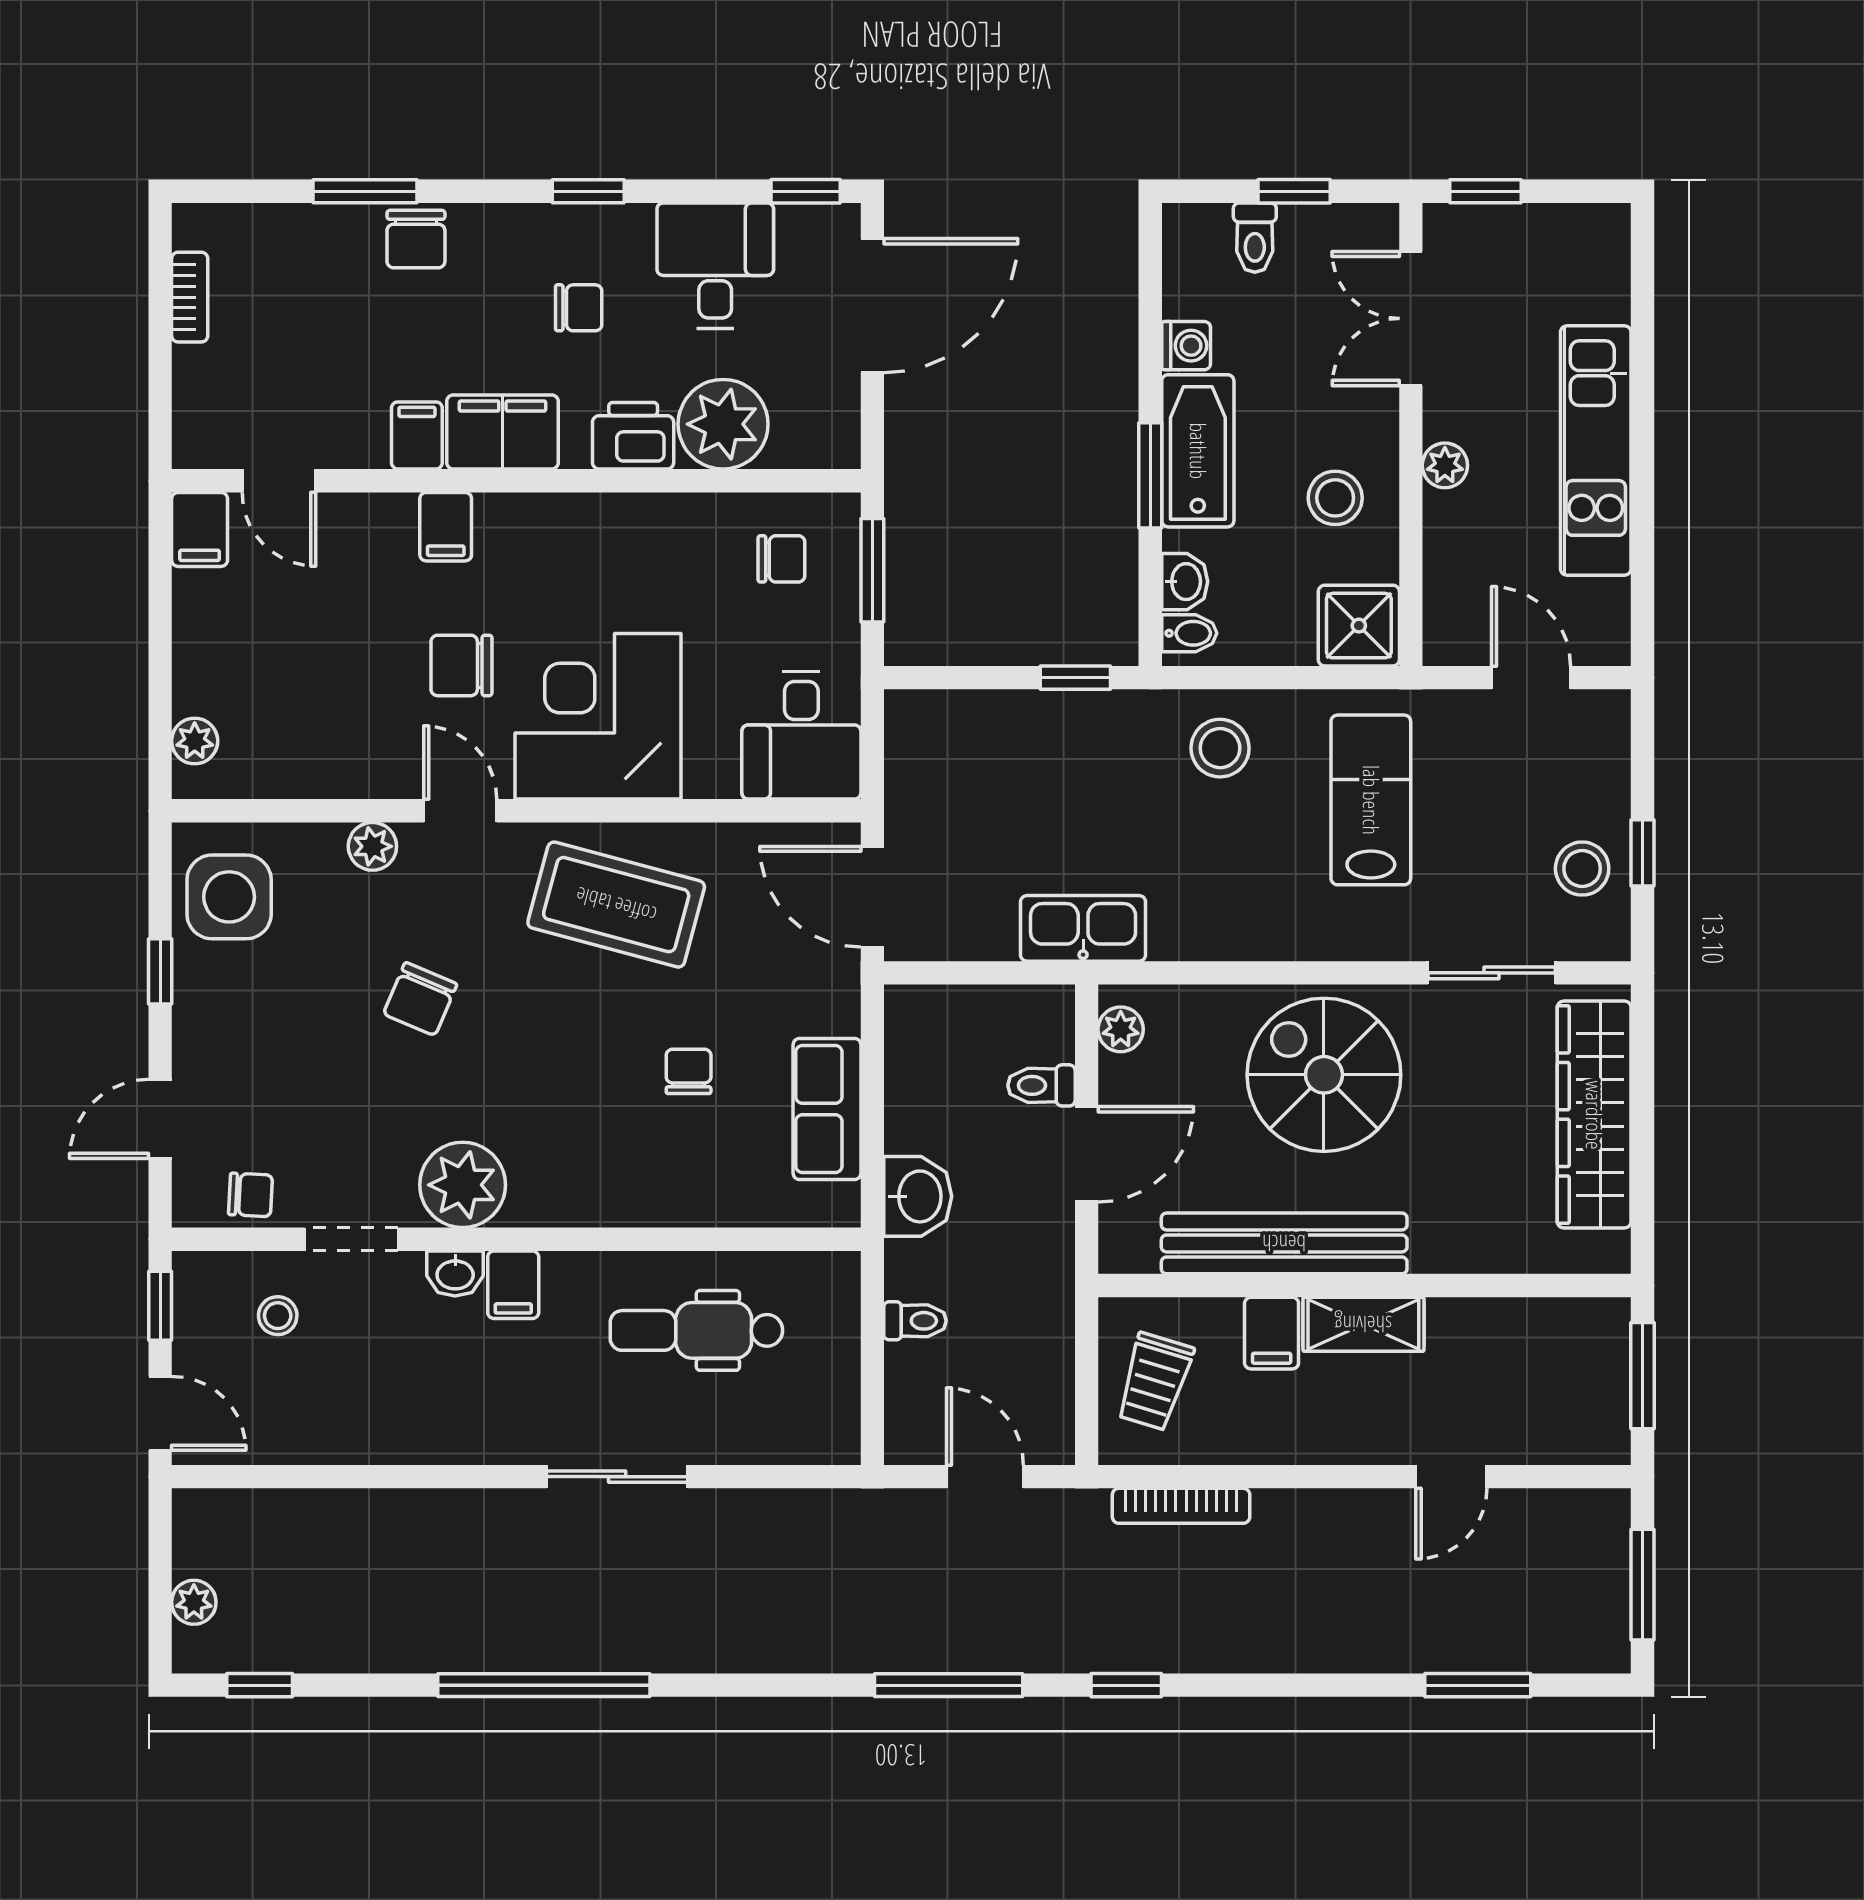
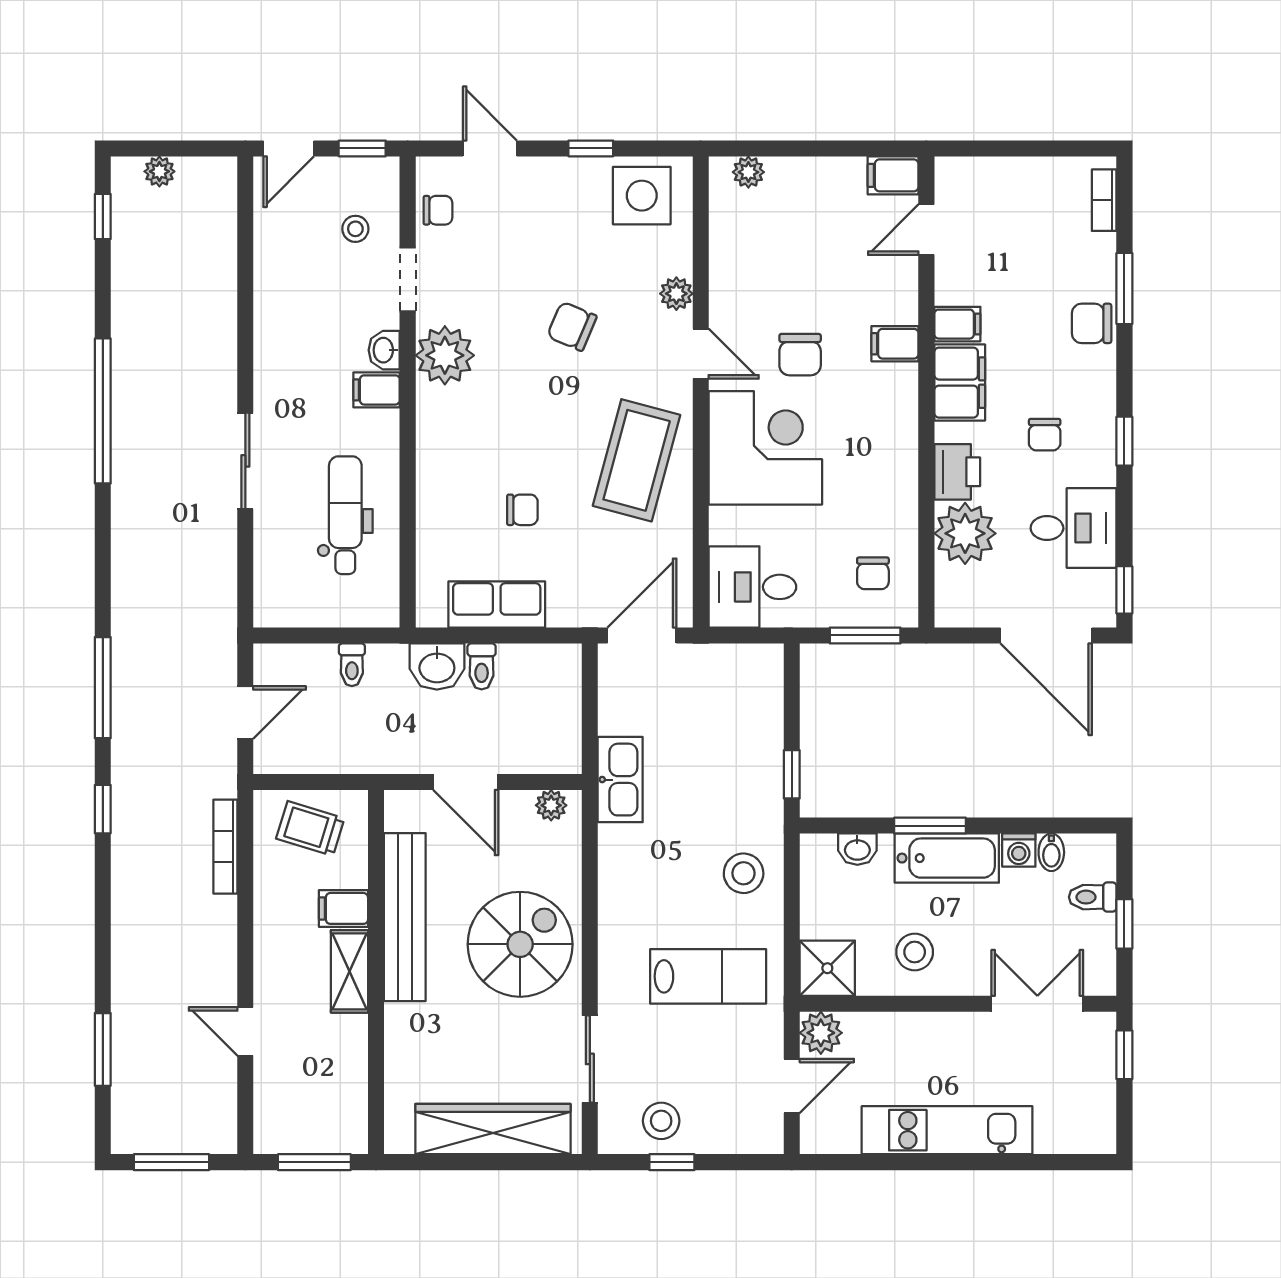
bookcase: (190, 297) -> (1104, 200), moved, turned 90
plant: (1445, 465) -> (821, 1033), moved, width x1.38, depth x1.38
bidet: (1189, 633) -> (1051, 852), moved
chair: (461, 665) -> (800, 355), turned 180
door: (460, 811) -> (701, 354), hinge flipped
toilet: (1041, 1085) -> (482, 666), moved, turned 180
chair: (251, 1195) -> (438, 210), turned -93

